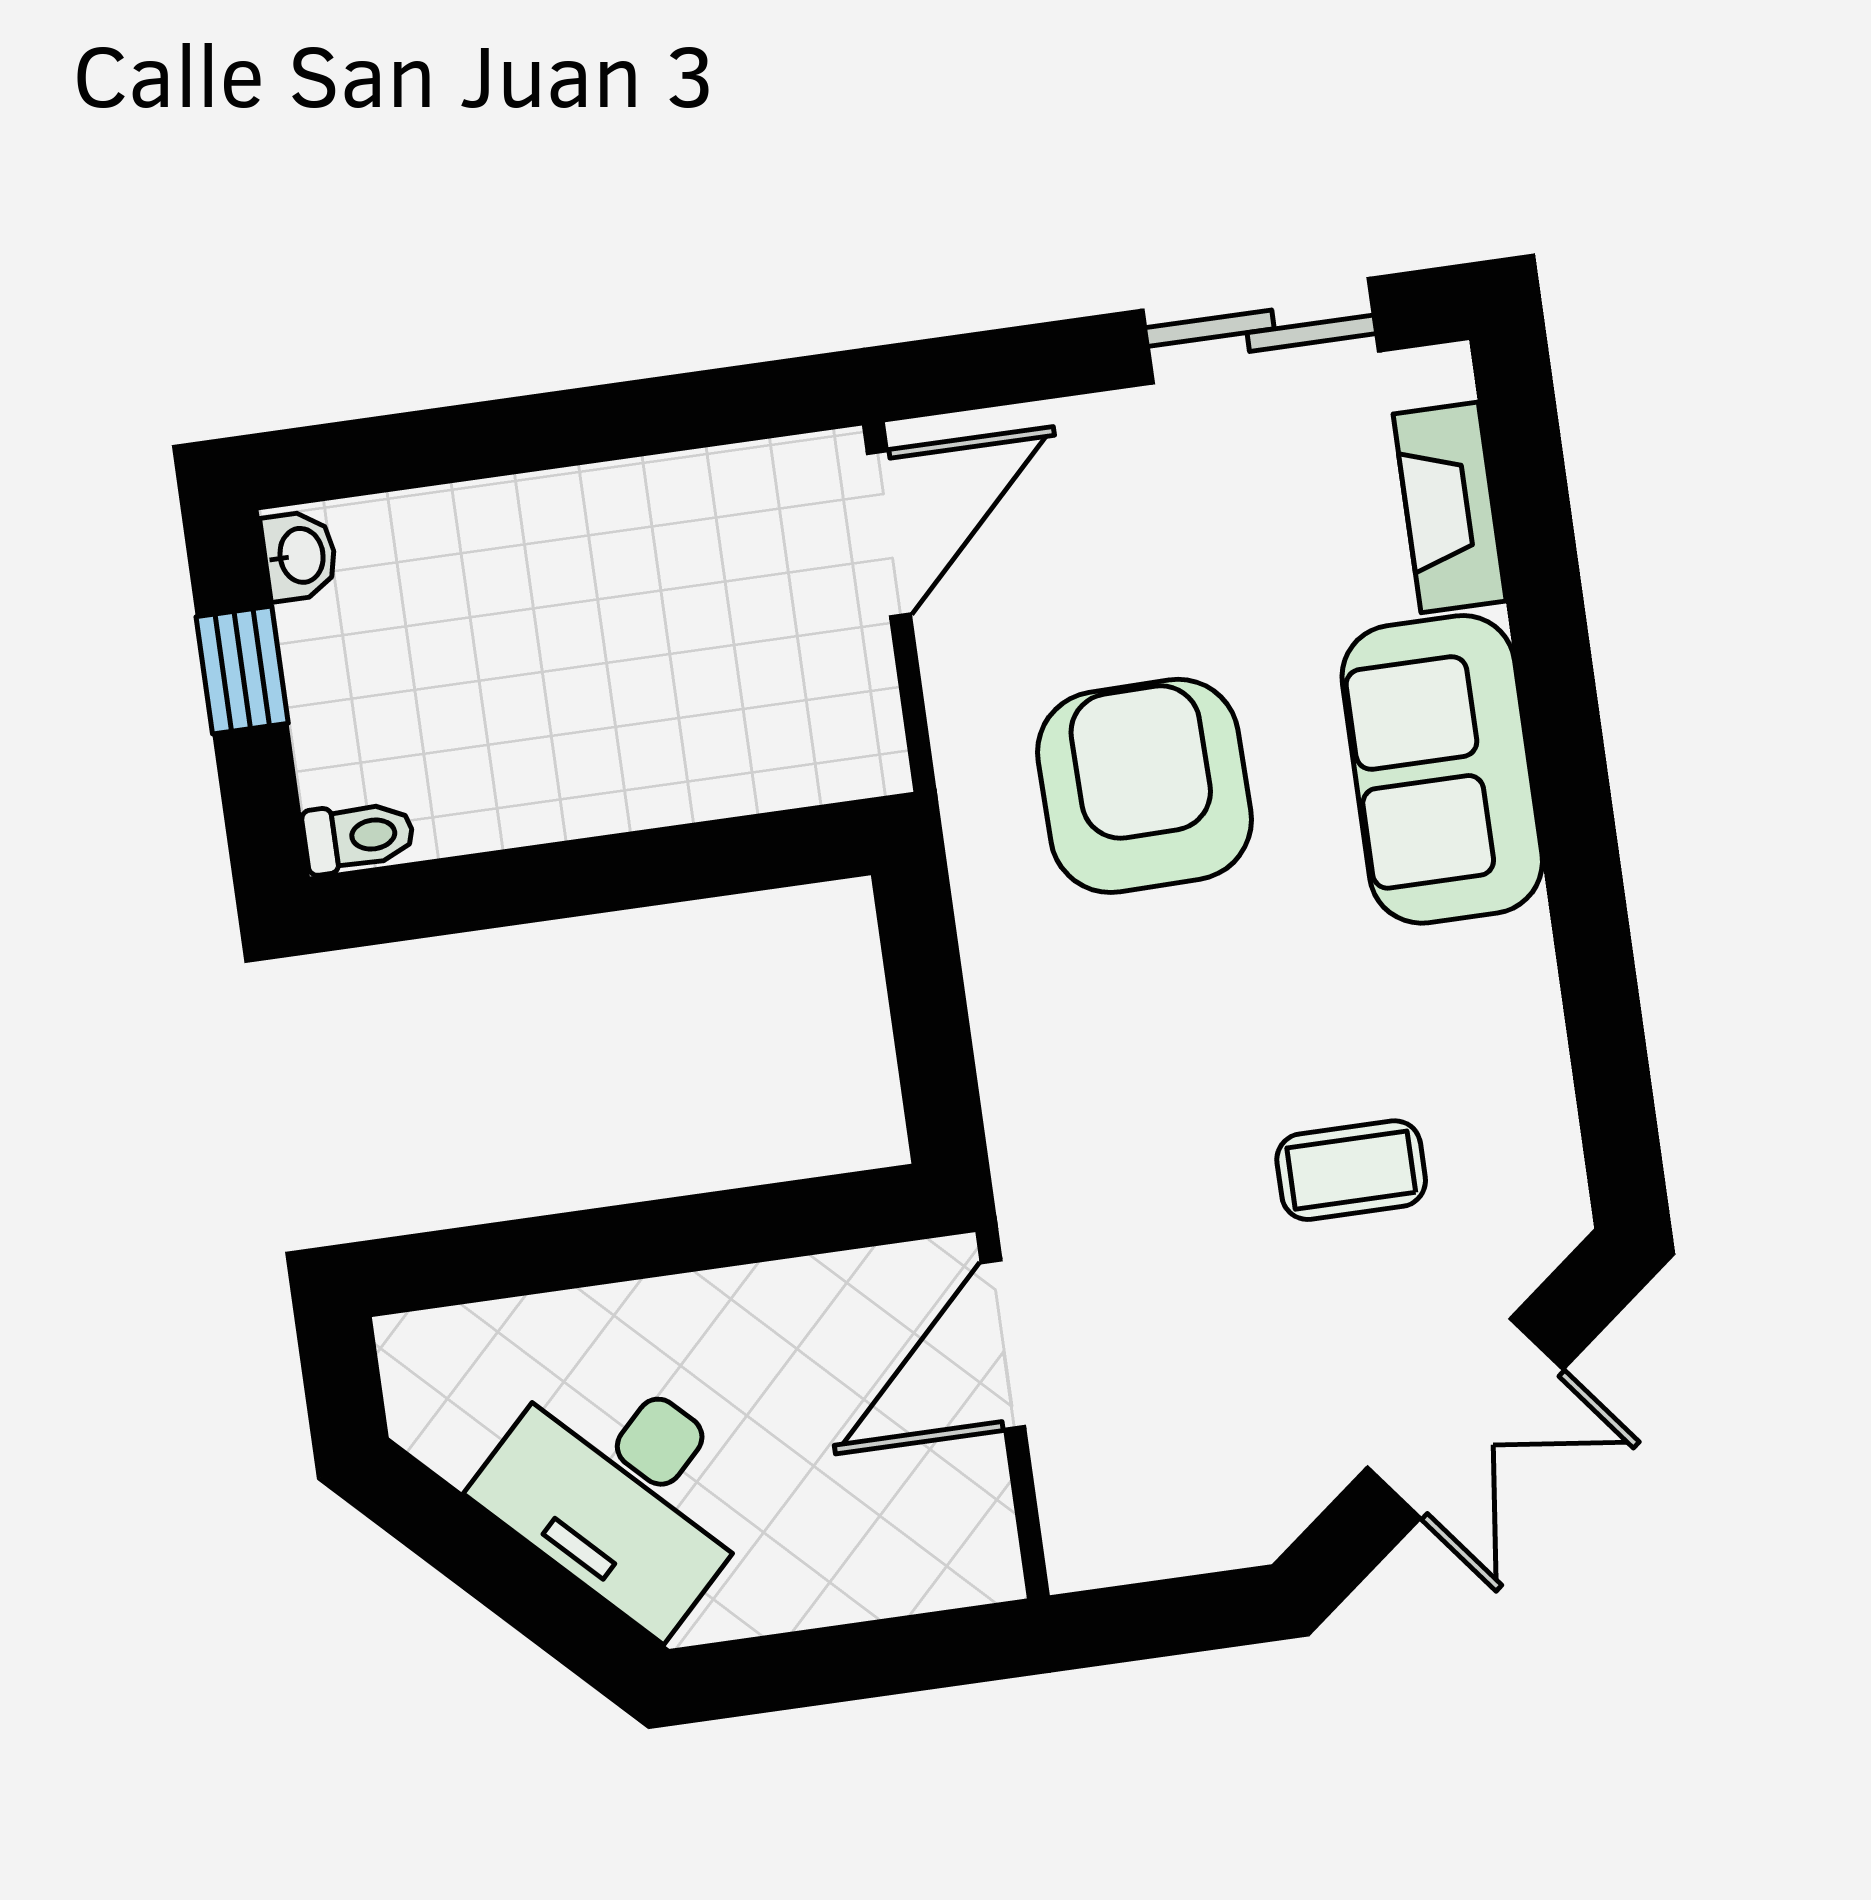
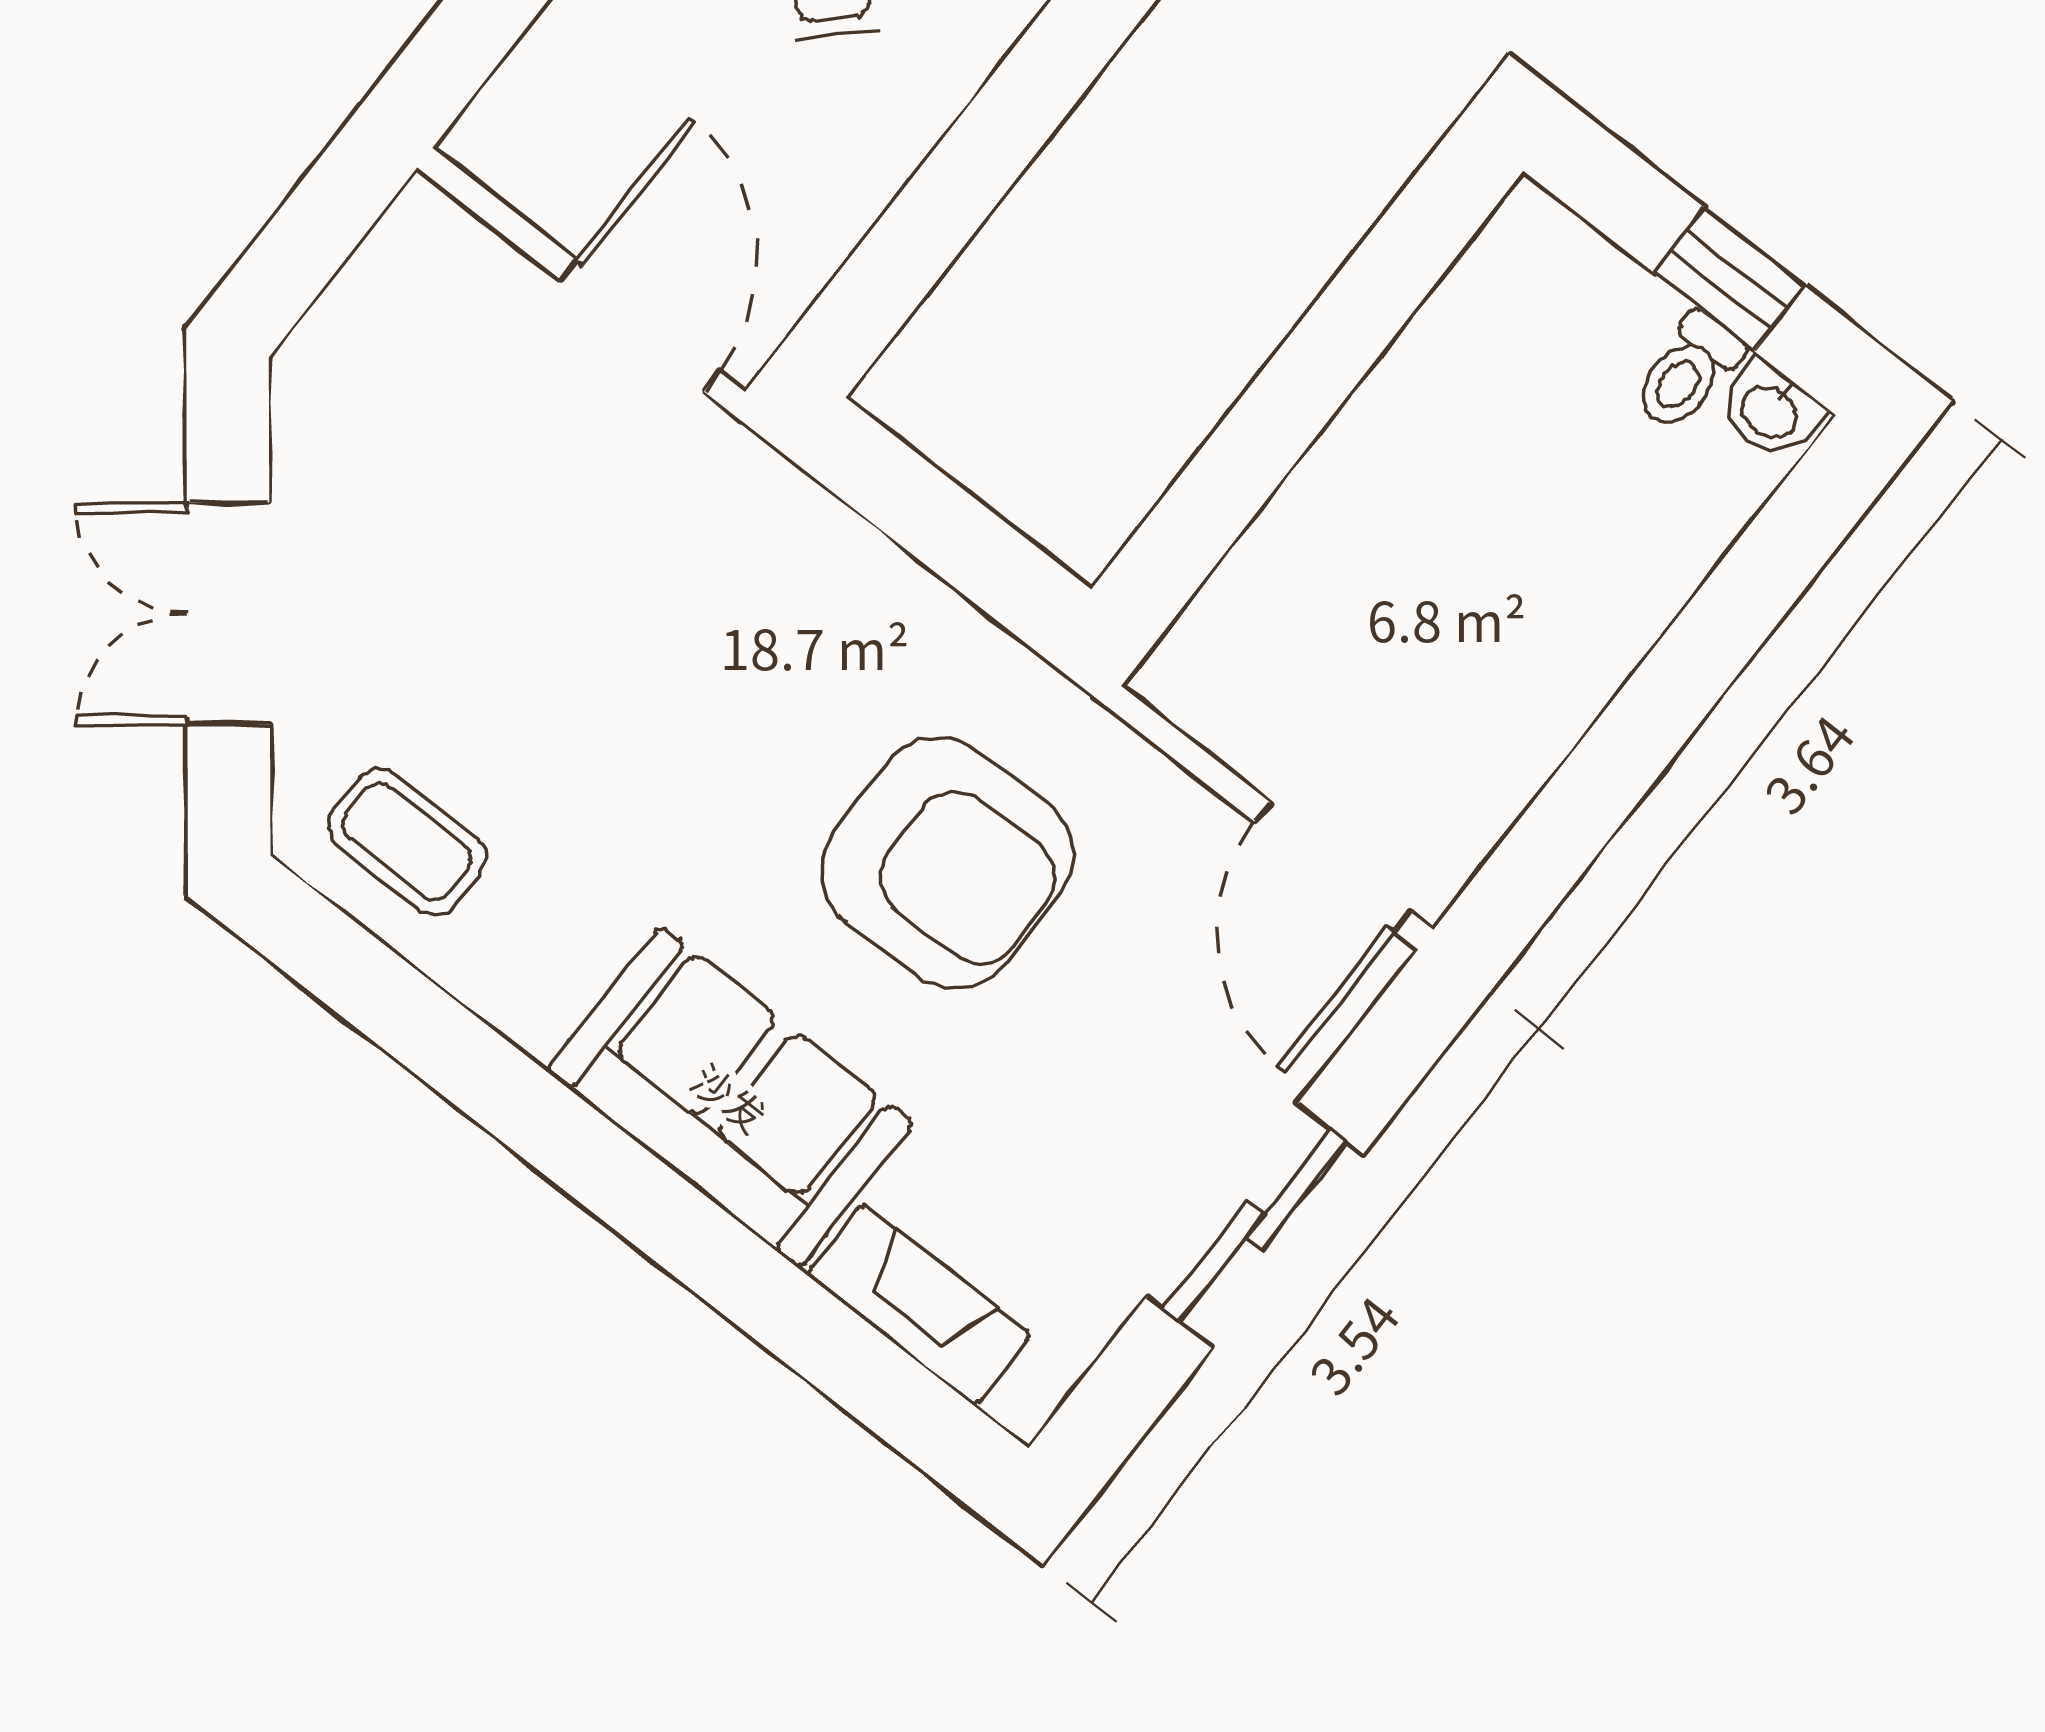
sliding door: (1261, 331) -> (1255, 1225), moved
toilet: (358, 837) -> (1688, 372), moved
coffee table: (1351, 1170) -> (407, 842), moved, turned 90

